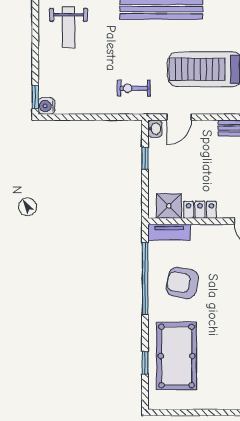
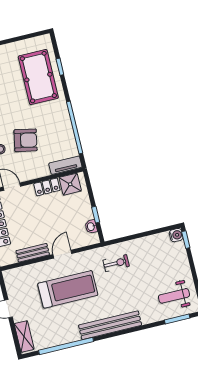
weight bench: (69, 27) -> (174, 296), turned -90
door: (179, 117) -> (62, 254), moved
washbasin: (155, 129) -> (91, 227), moved
armchair: (182, 283) -> (26, 140), moved

